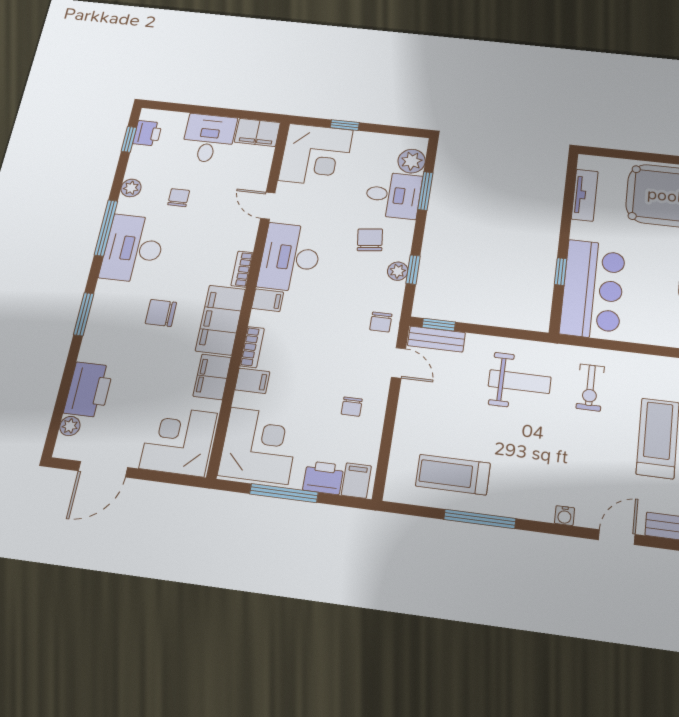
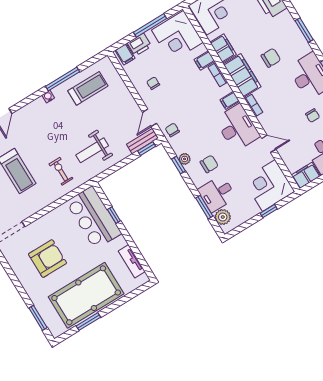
chair: (370, 240) -> (209, 164), turned -83
door: (399, 363) -> (150, 118), hinge flipped
water cooler: (565, 516) -> (48, 97), moved

